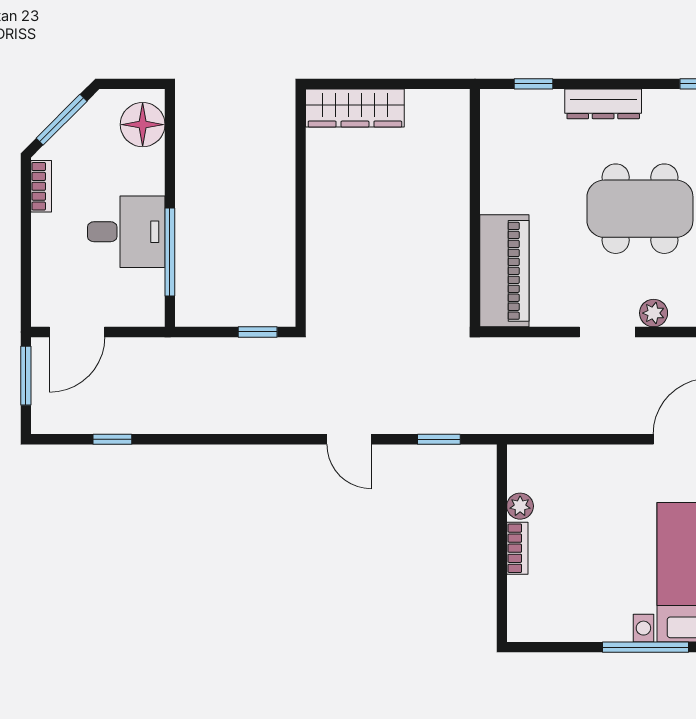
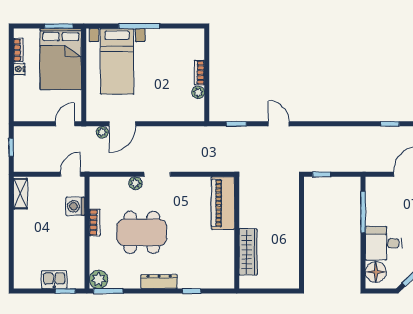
wardrobe: (355, 108) -> (248, 252), moved, turned 90
wall: (475, 208) -> (237, 233), moved
desk: (126, 232) -> (384, 243), moved
piano: (504, 271) -> (223, 203), moved

